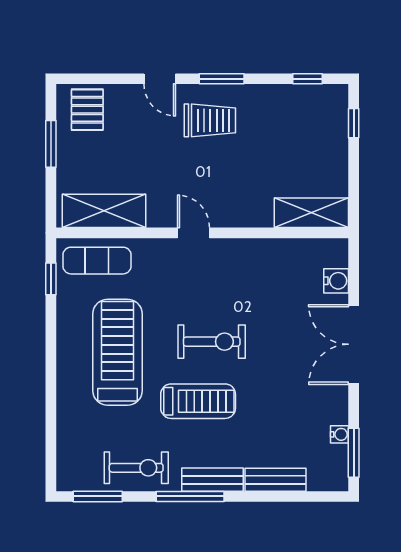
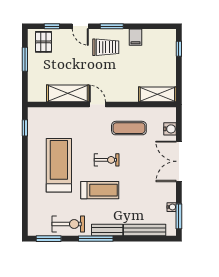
window: (308, 79) -> (52, 26), moved
filing cabinet: (268, 100) -> (136, 37), added
shelving: (104, 211) -> (68, 93), moved
exercise mat: (97, 261) -> (129, 128), moved
exercise bike: (212, 342) -> (107, 160), width x0.73, depth x0.72
bench: (275, 480) -> (145, 230), width x1.36

